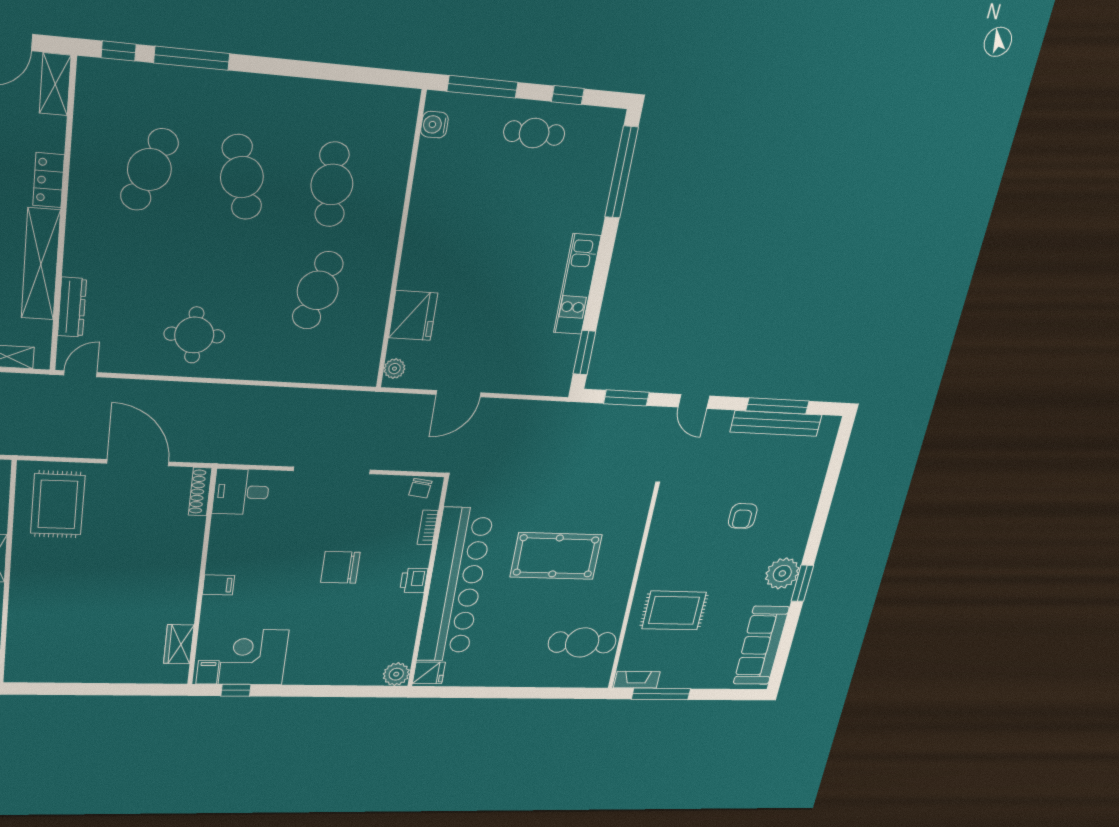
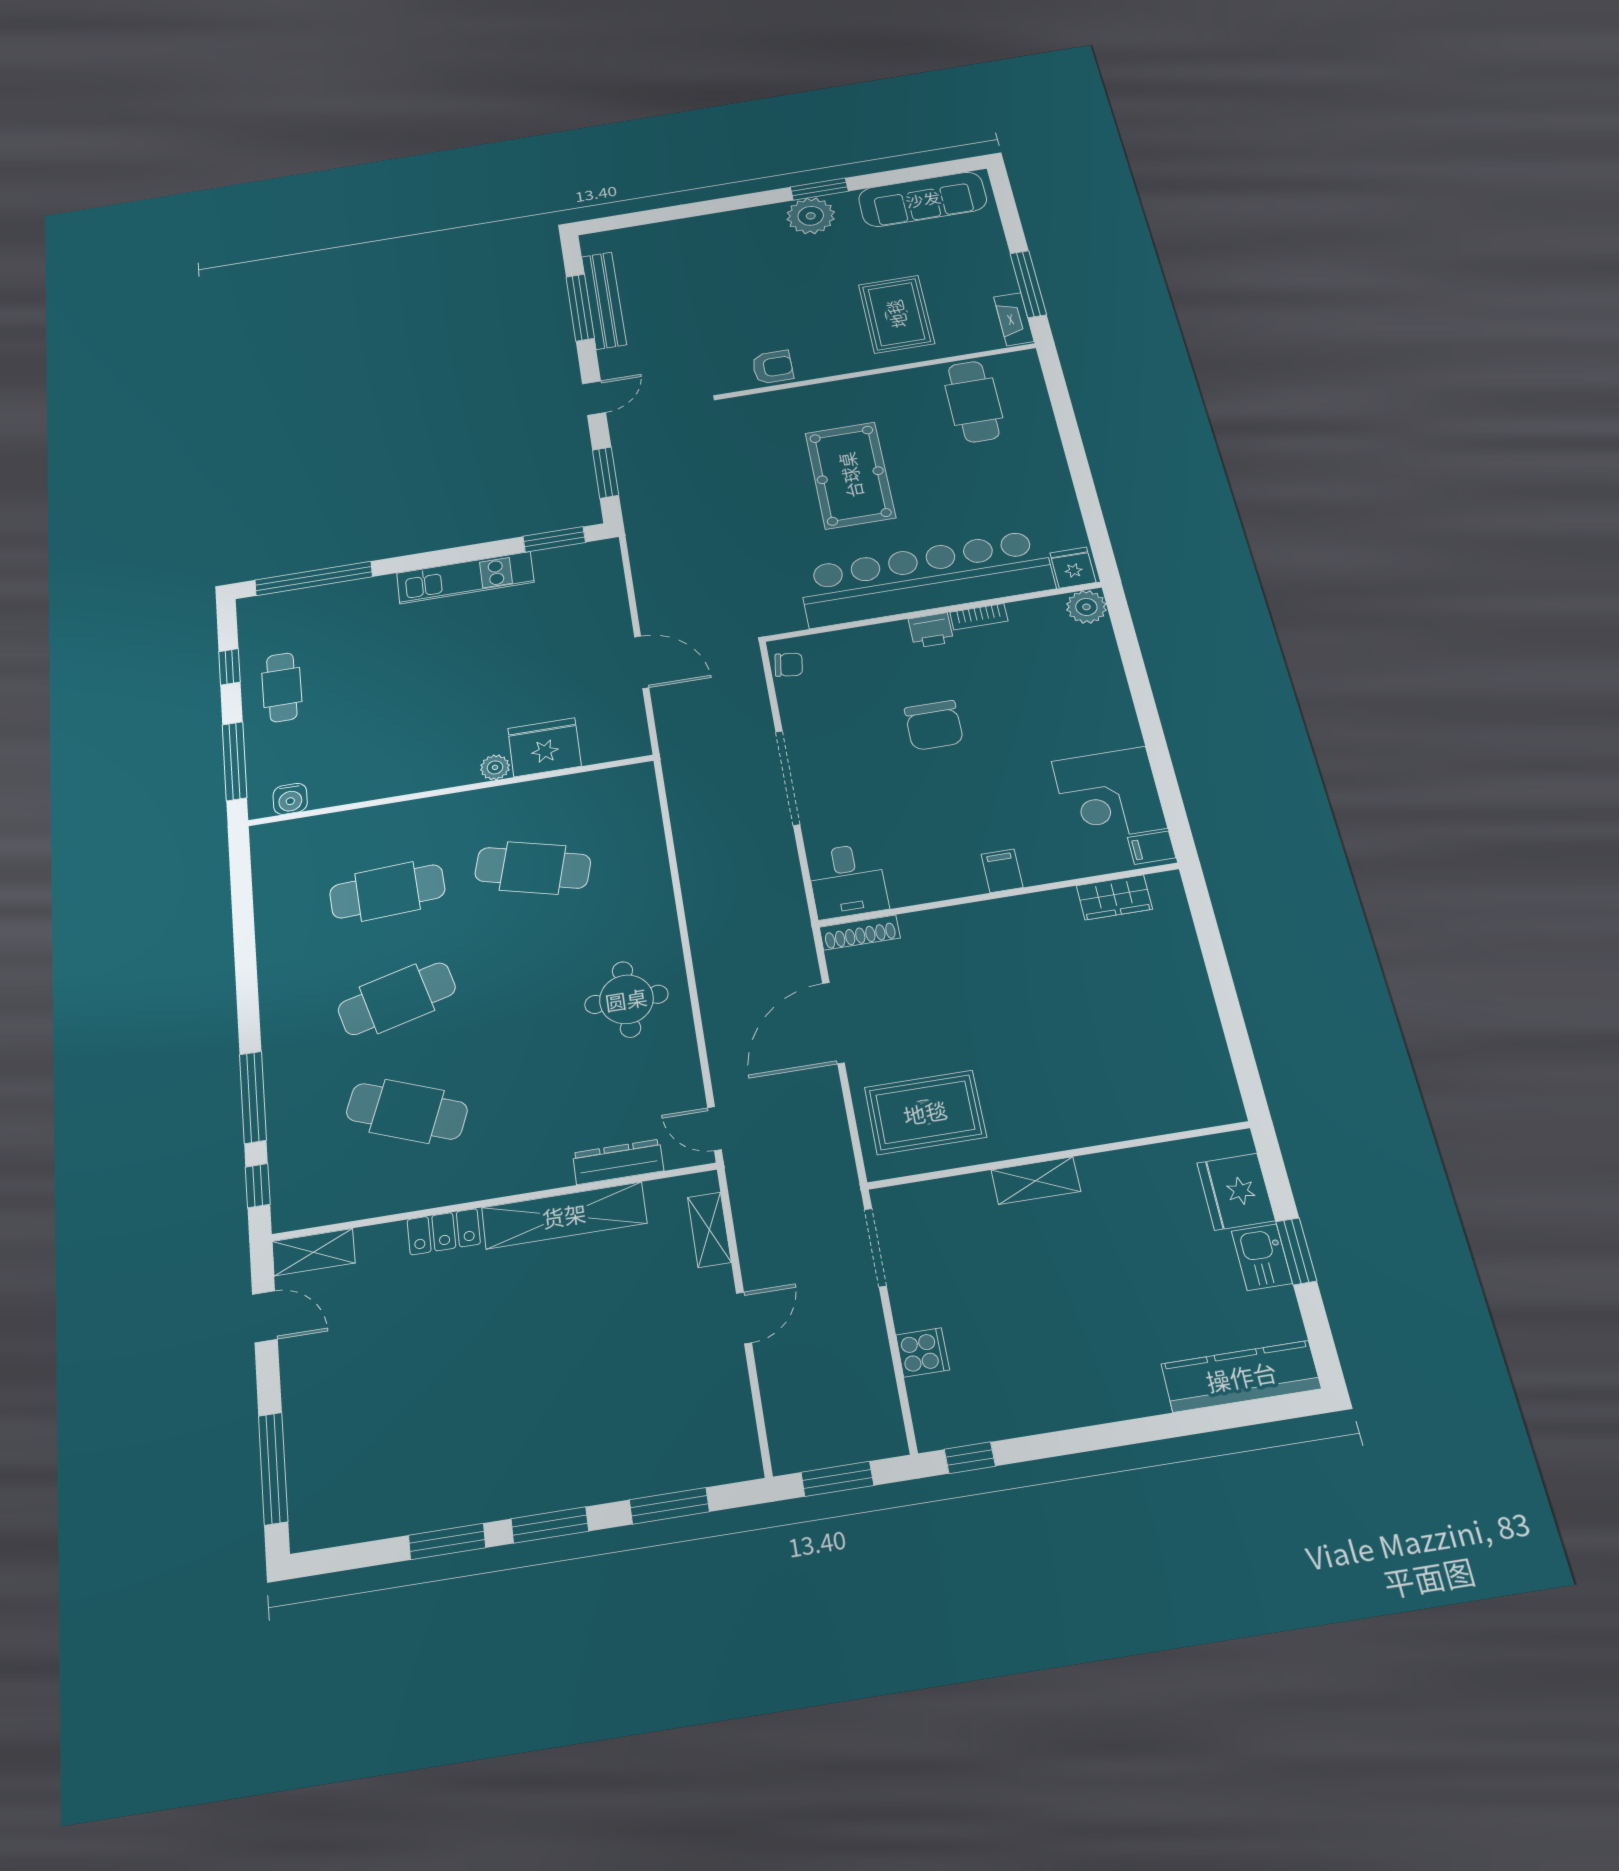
plant: (395, 369) -> (495, 767), moved
armchair: (743, 516) -> (773, 367), moved
bookcase: (428, 527) -> (979, 617), moved
window: (236, 690) -> (1172, 802), removed

